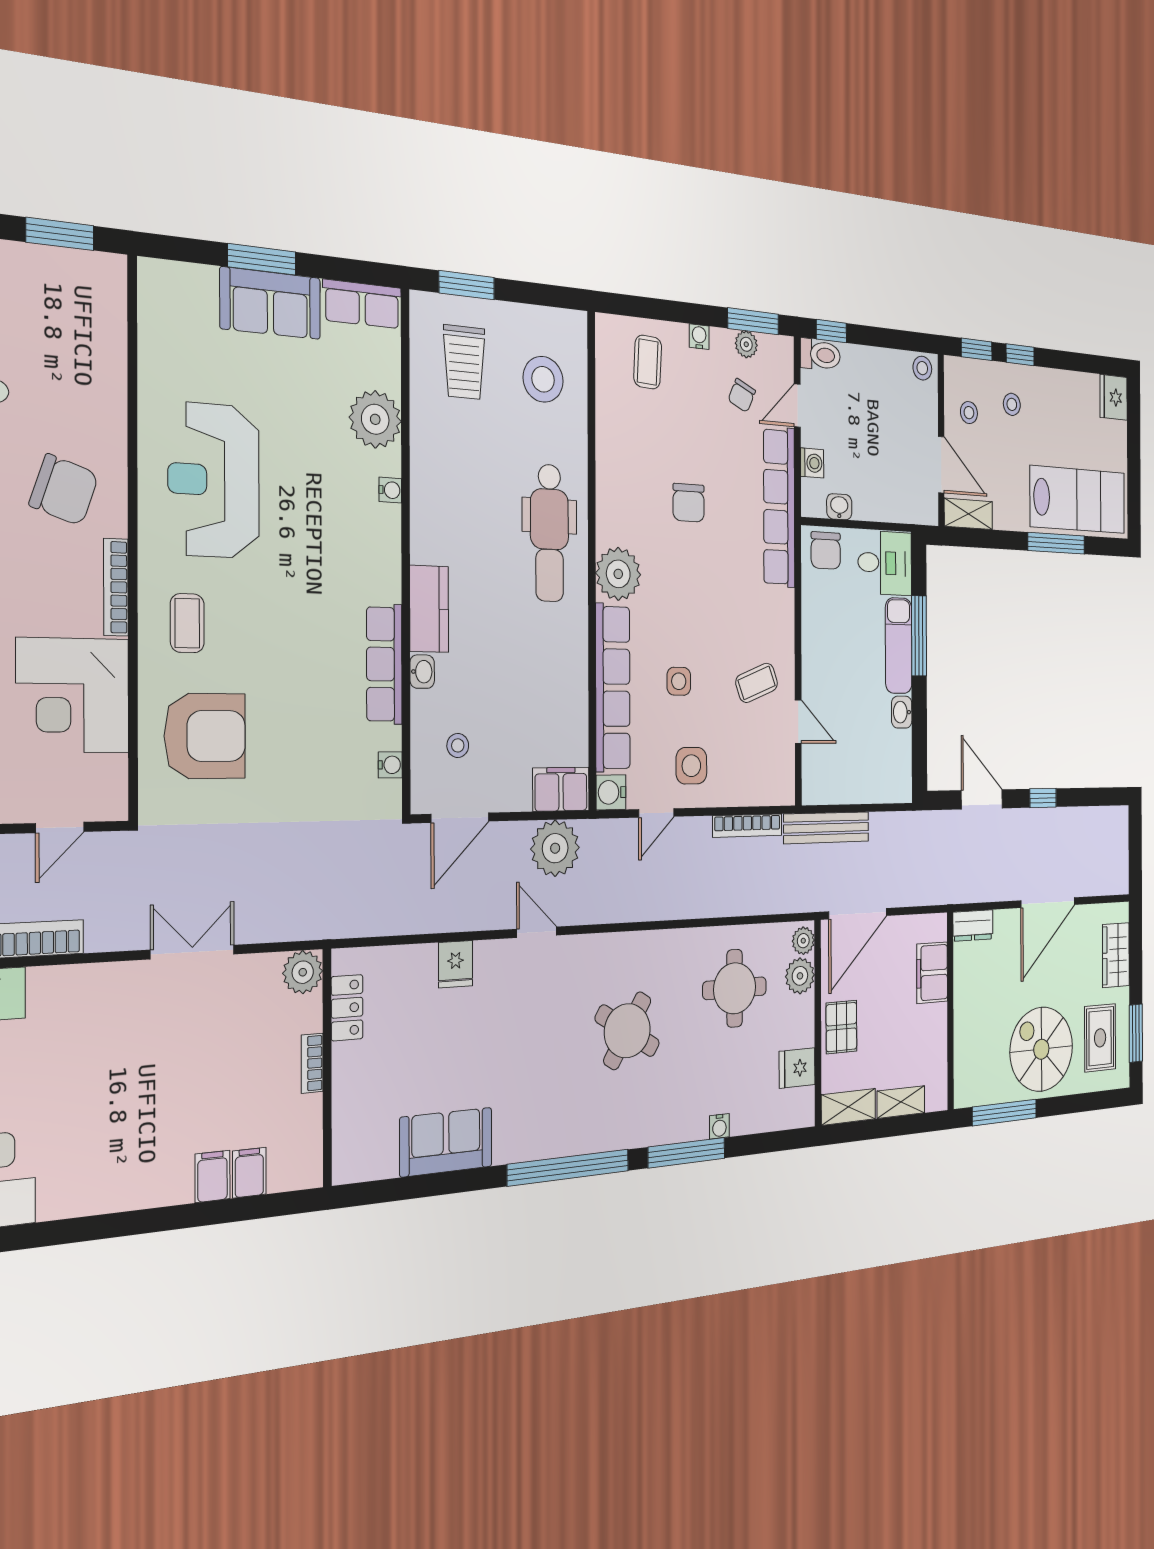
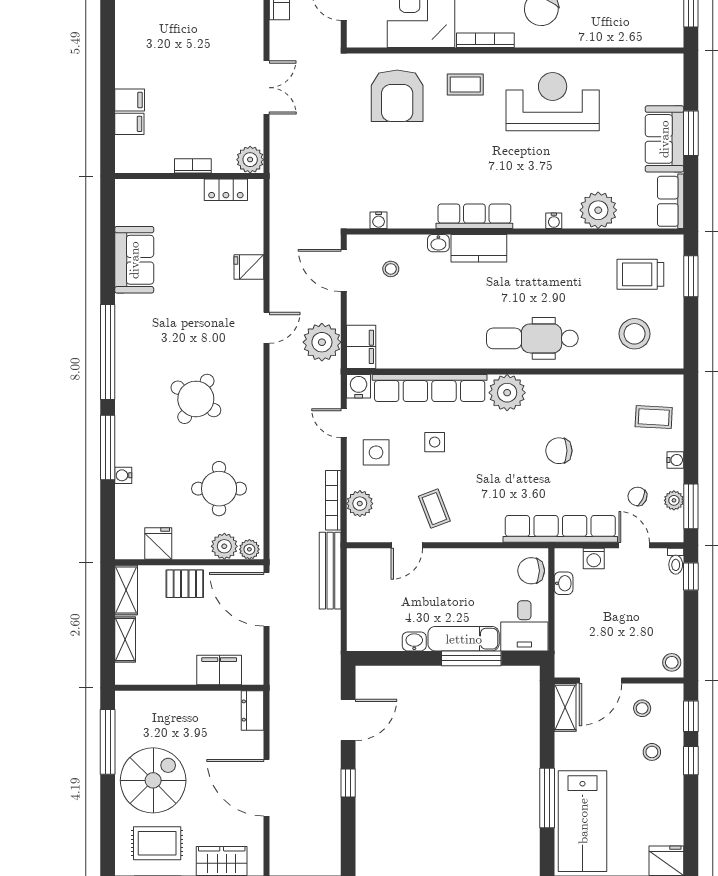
toilet: (820, 355) -> (676, 561), width x0.73, depth x0.72
row of seats: (384, 664) -> (474, 216), moved
plant: (751, 788) -> (360, 504), added

